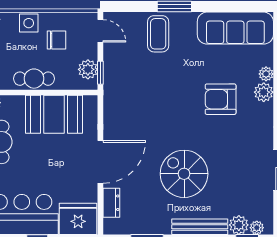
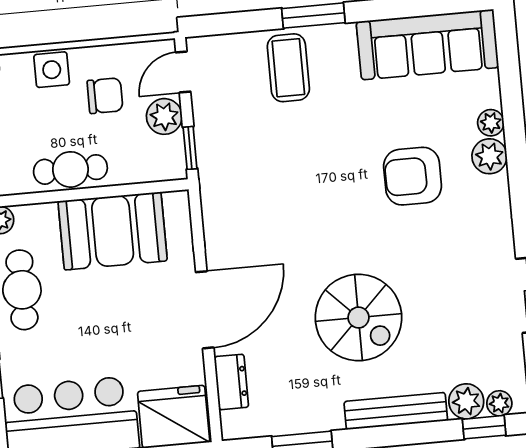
door: (100, 31) -> (183, 72), swing flipped
plant: (88, 69) -> (164, 116), moved
spiral stairs: (184, 174) -> (358, 318), turned 180

